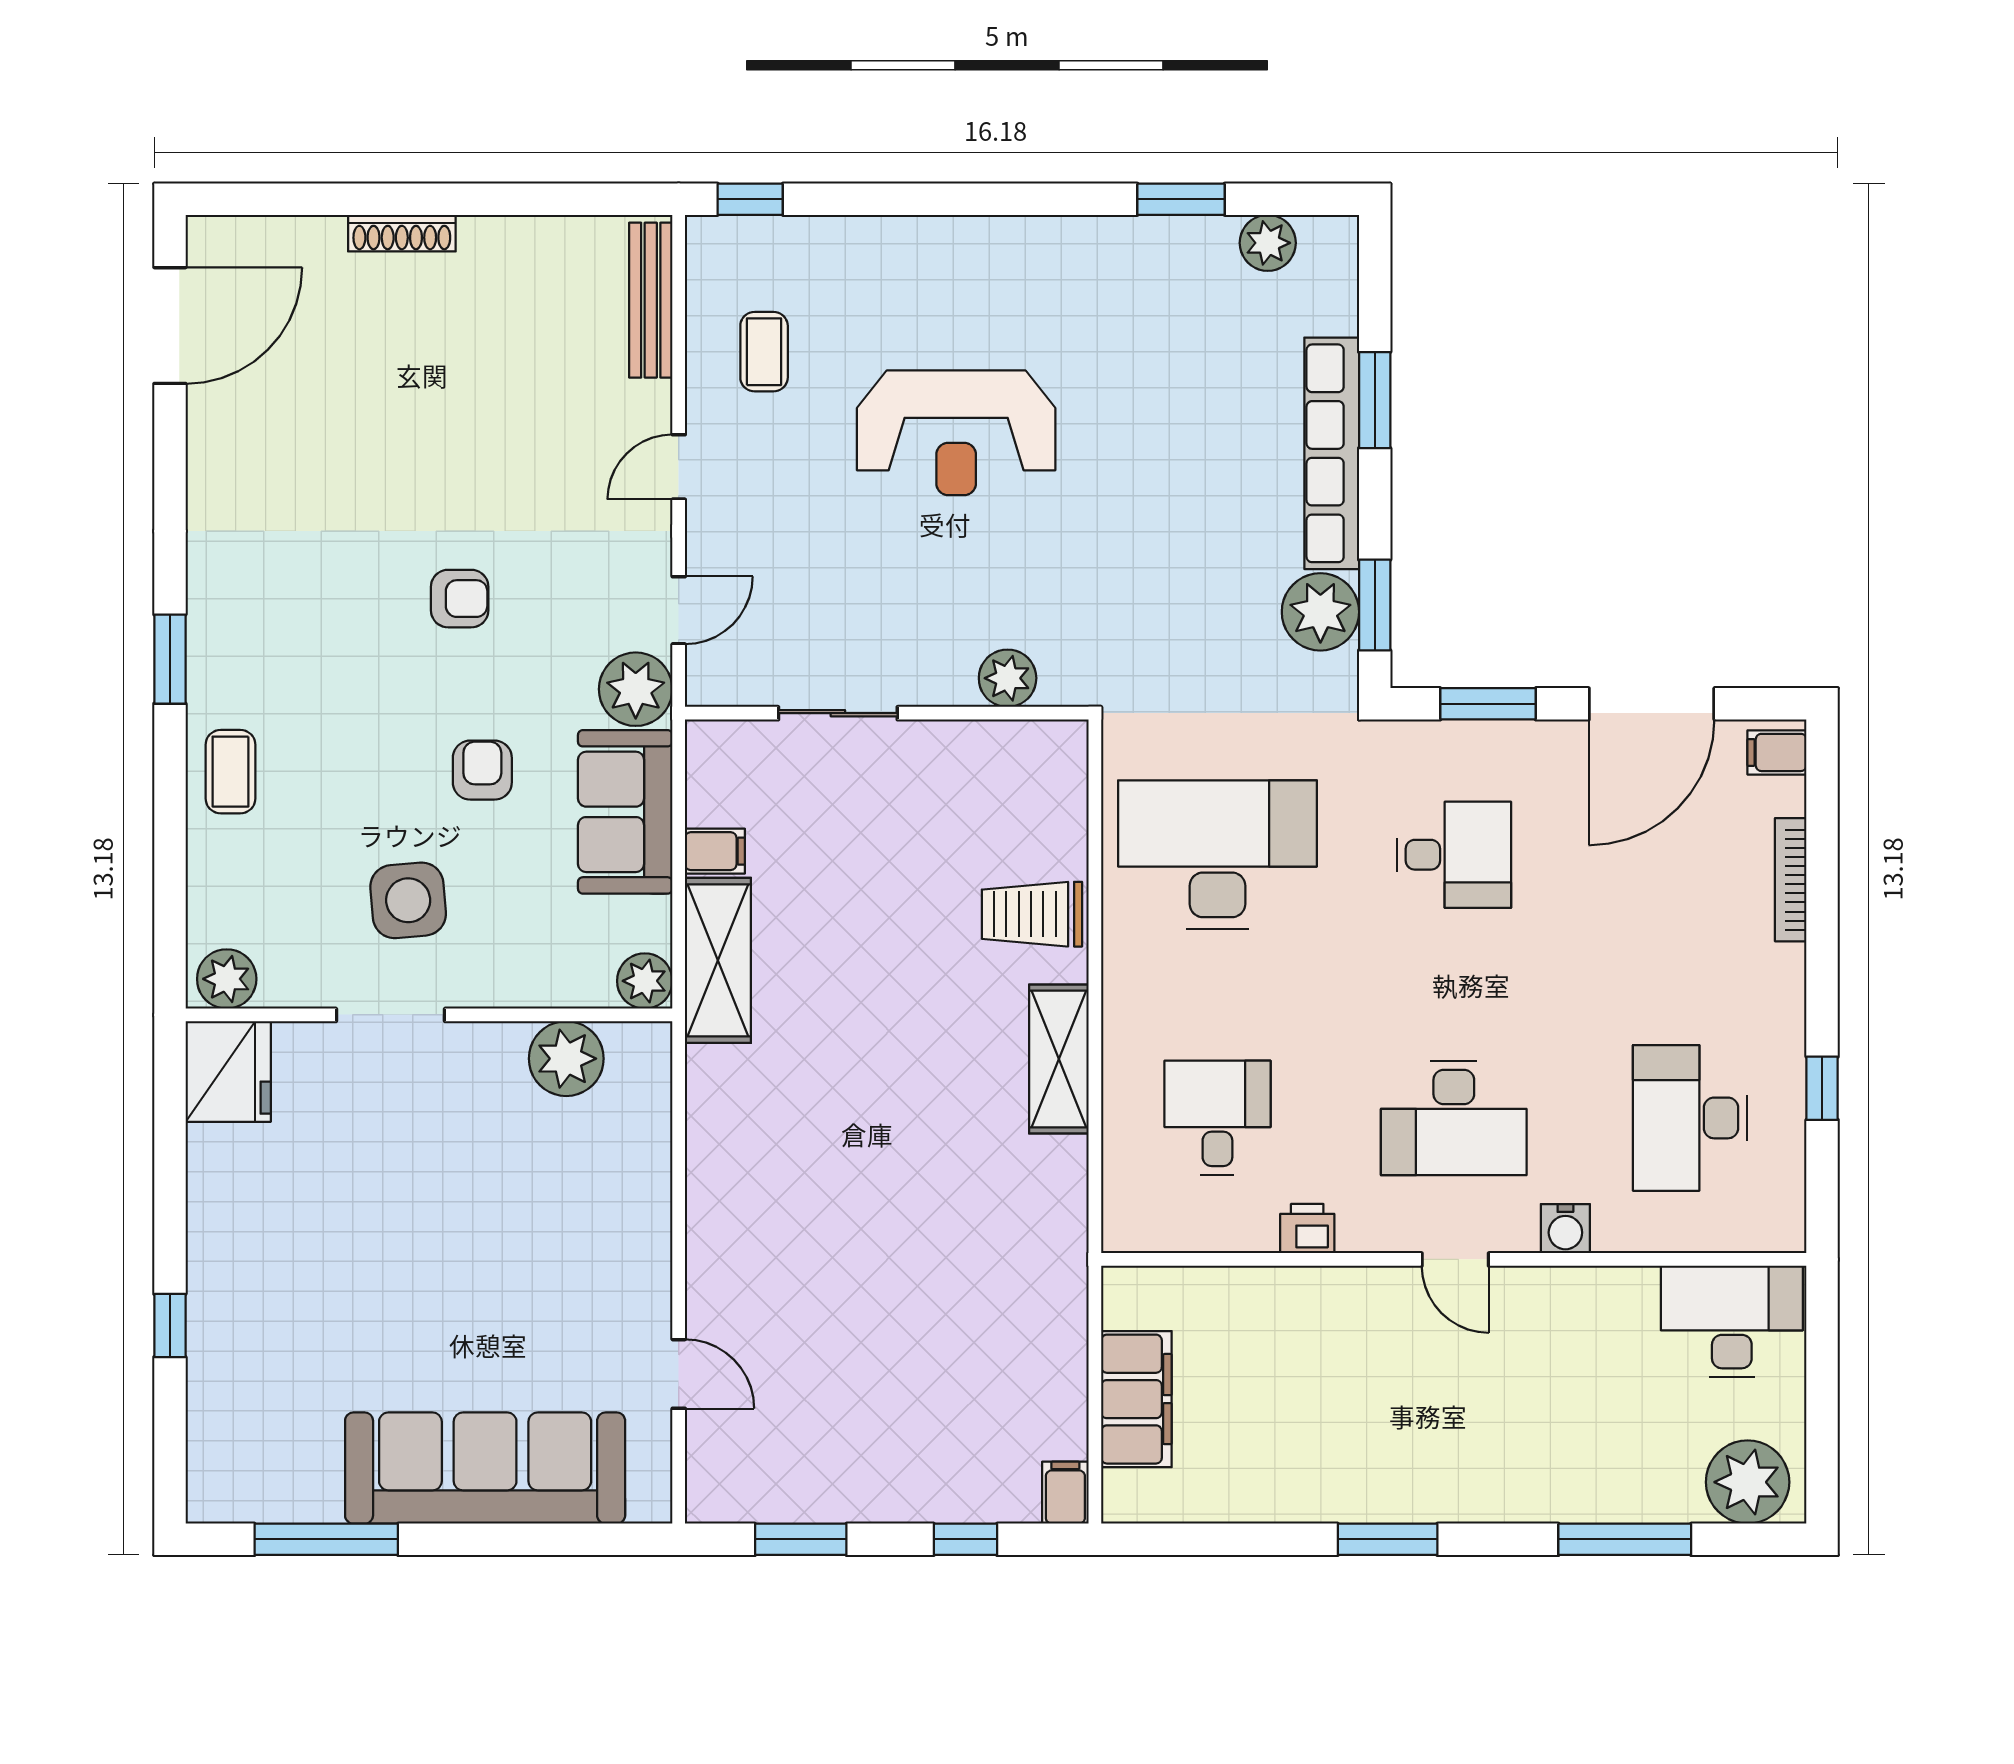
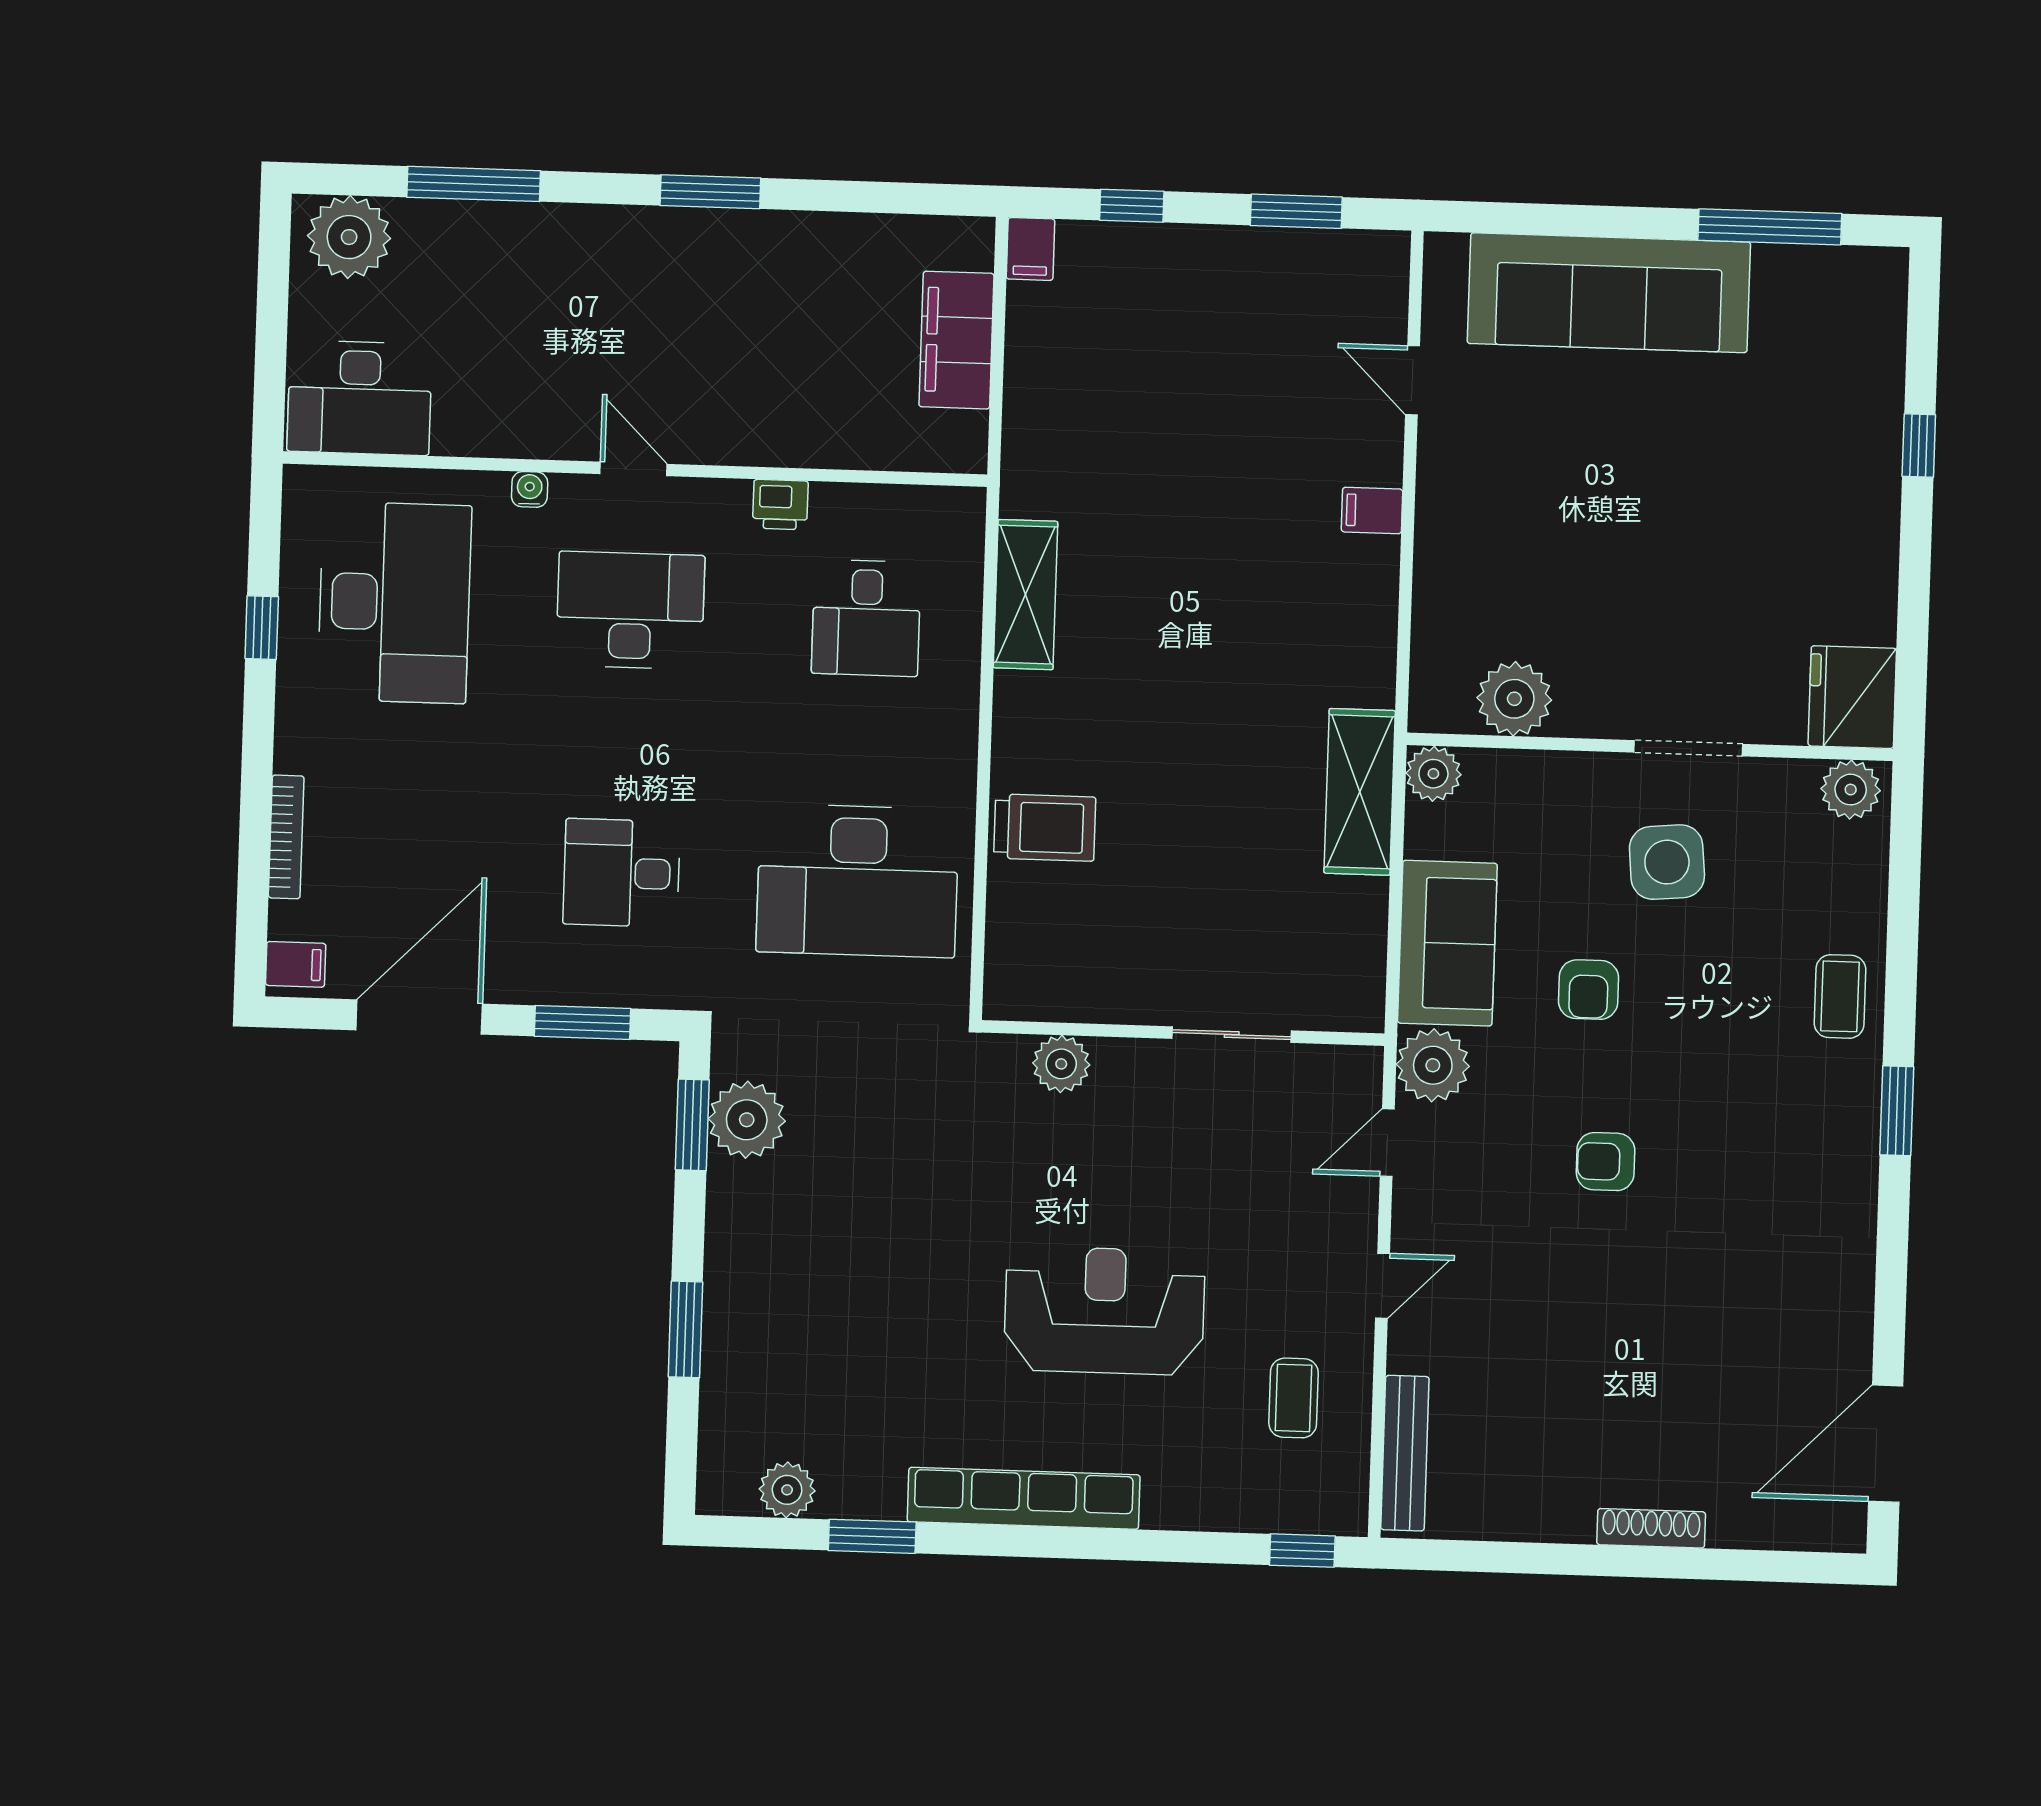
row of seats: (1332, 453) -> (1024, 1498), moved, turned -90
filing cabinet: (715, 851) -> (1372, 510), moved
shelving: (1059, 1059) -> (1026, 595), moved
desk: (1690, 1118) -> (394, 602), width x1.36, depth x1.30
water cooler: (1565, 1229) -> (530, 489), width x0.72, depth x0.72

